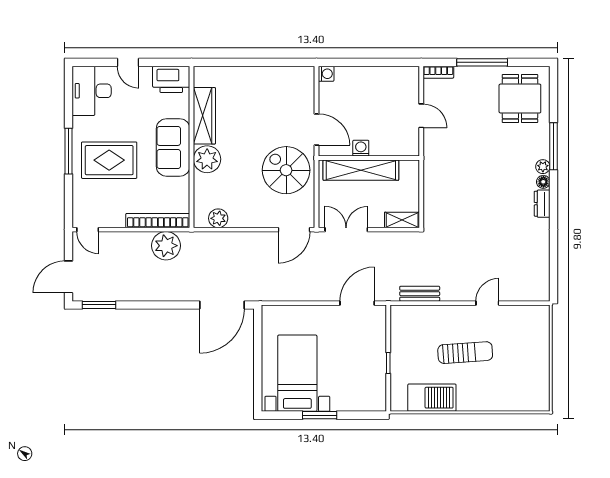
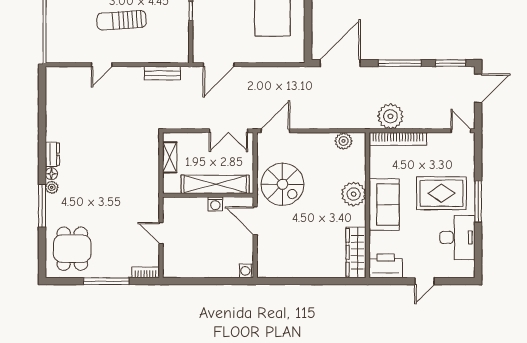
door: (128, 62) -> (425, 281), swing flipped
desk: (92, 91) -> (457, 237), moved
wardrobe: (204, 116) -> (356, 252), moved
shelving: (402, 220) -> (170, 157), moved, turned 90
window: (156, 305) -> (400, 63), added

